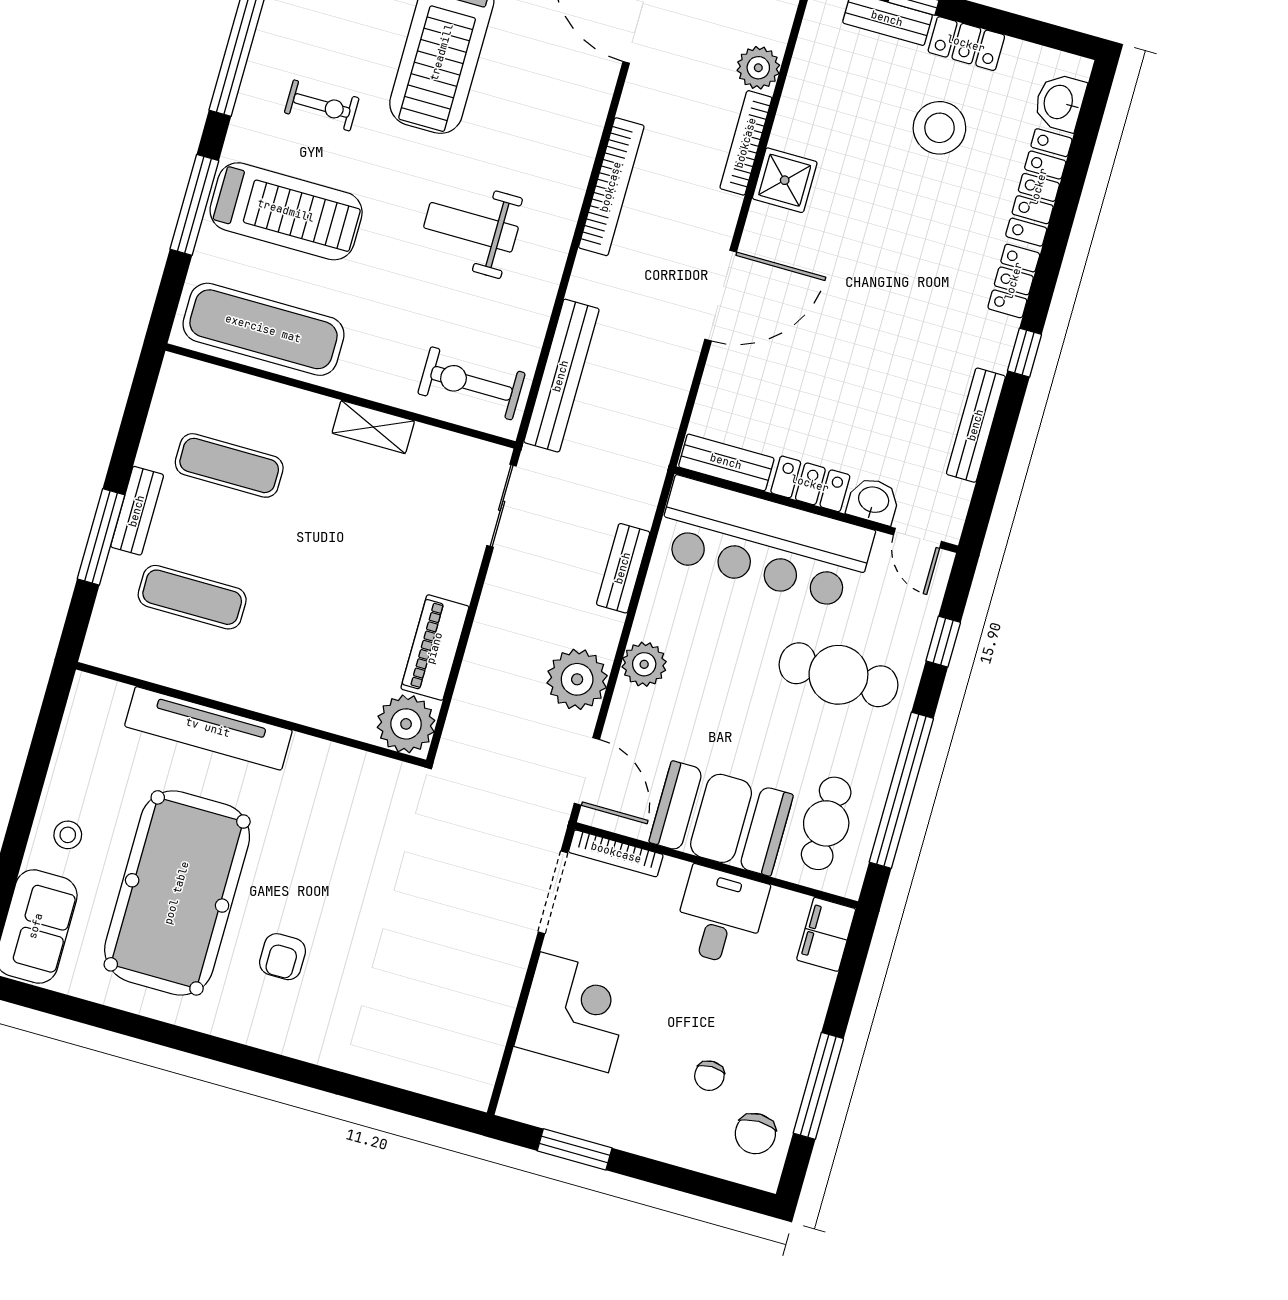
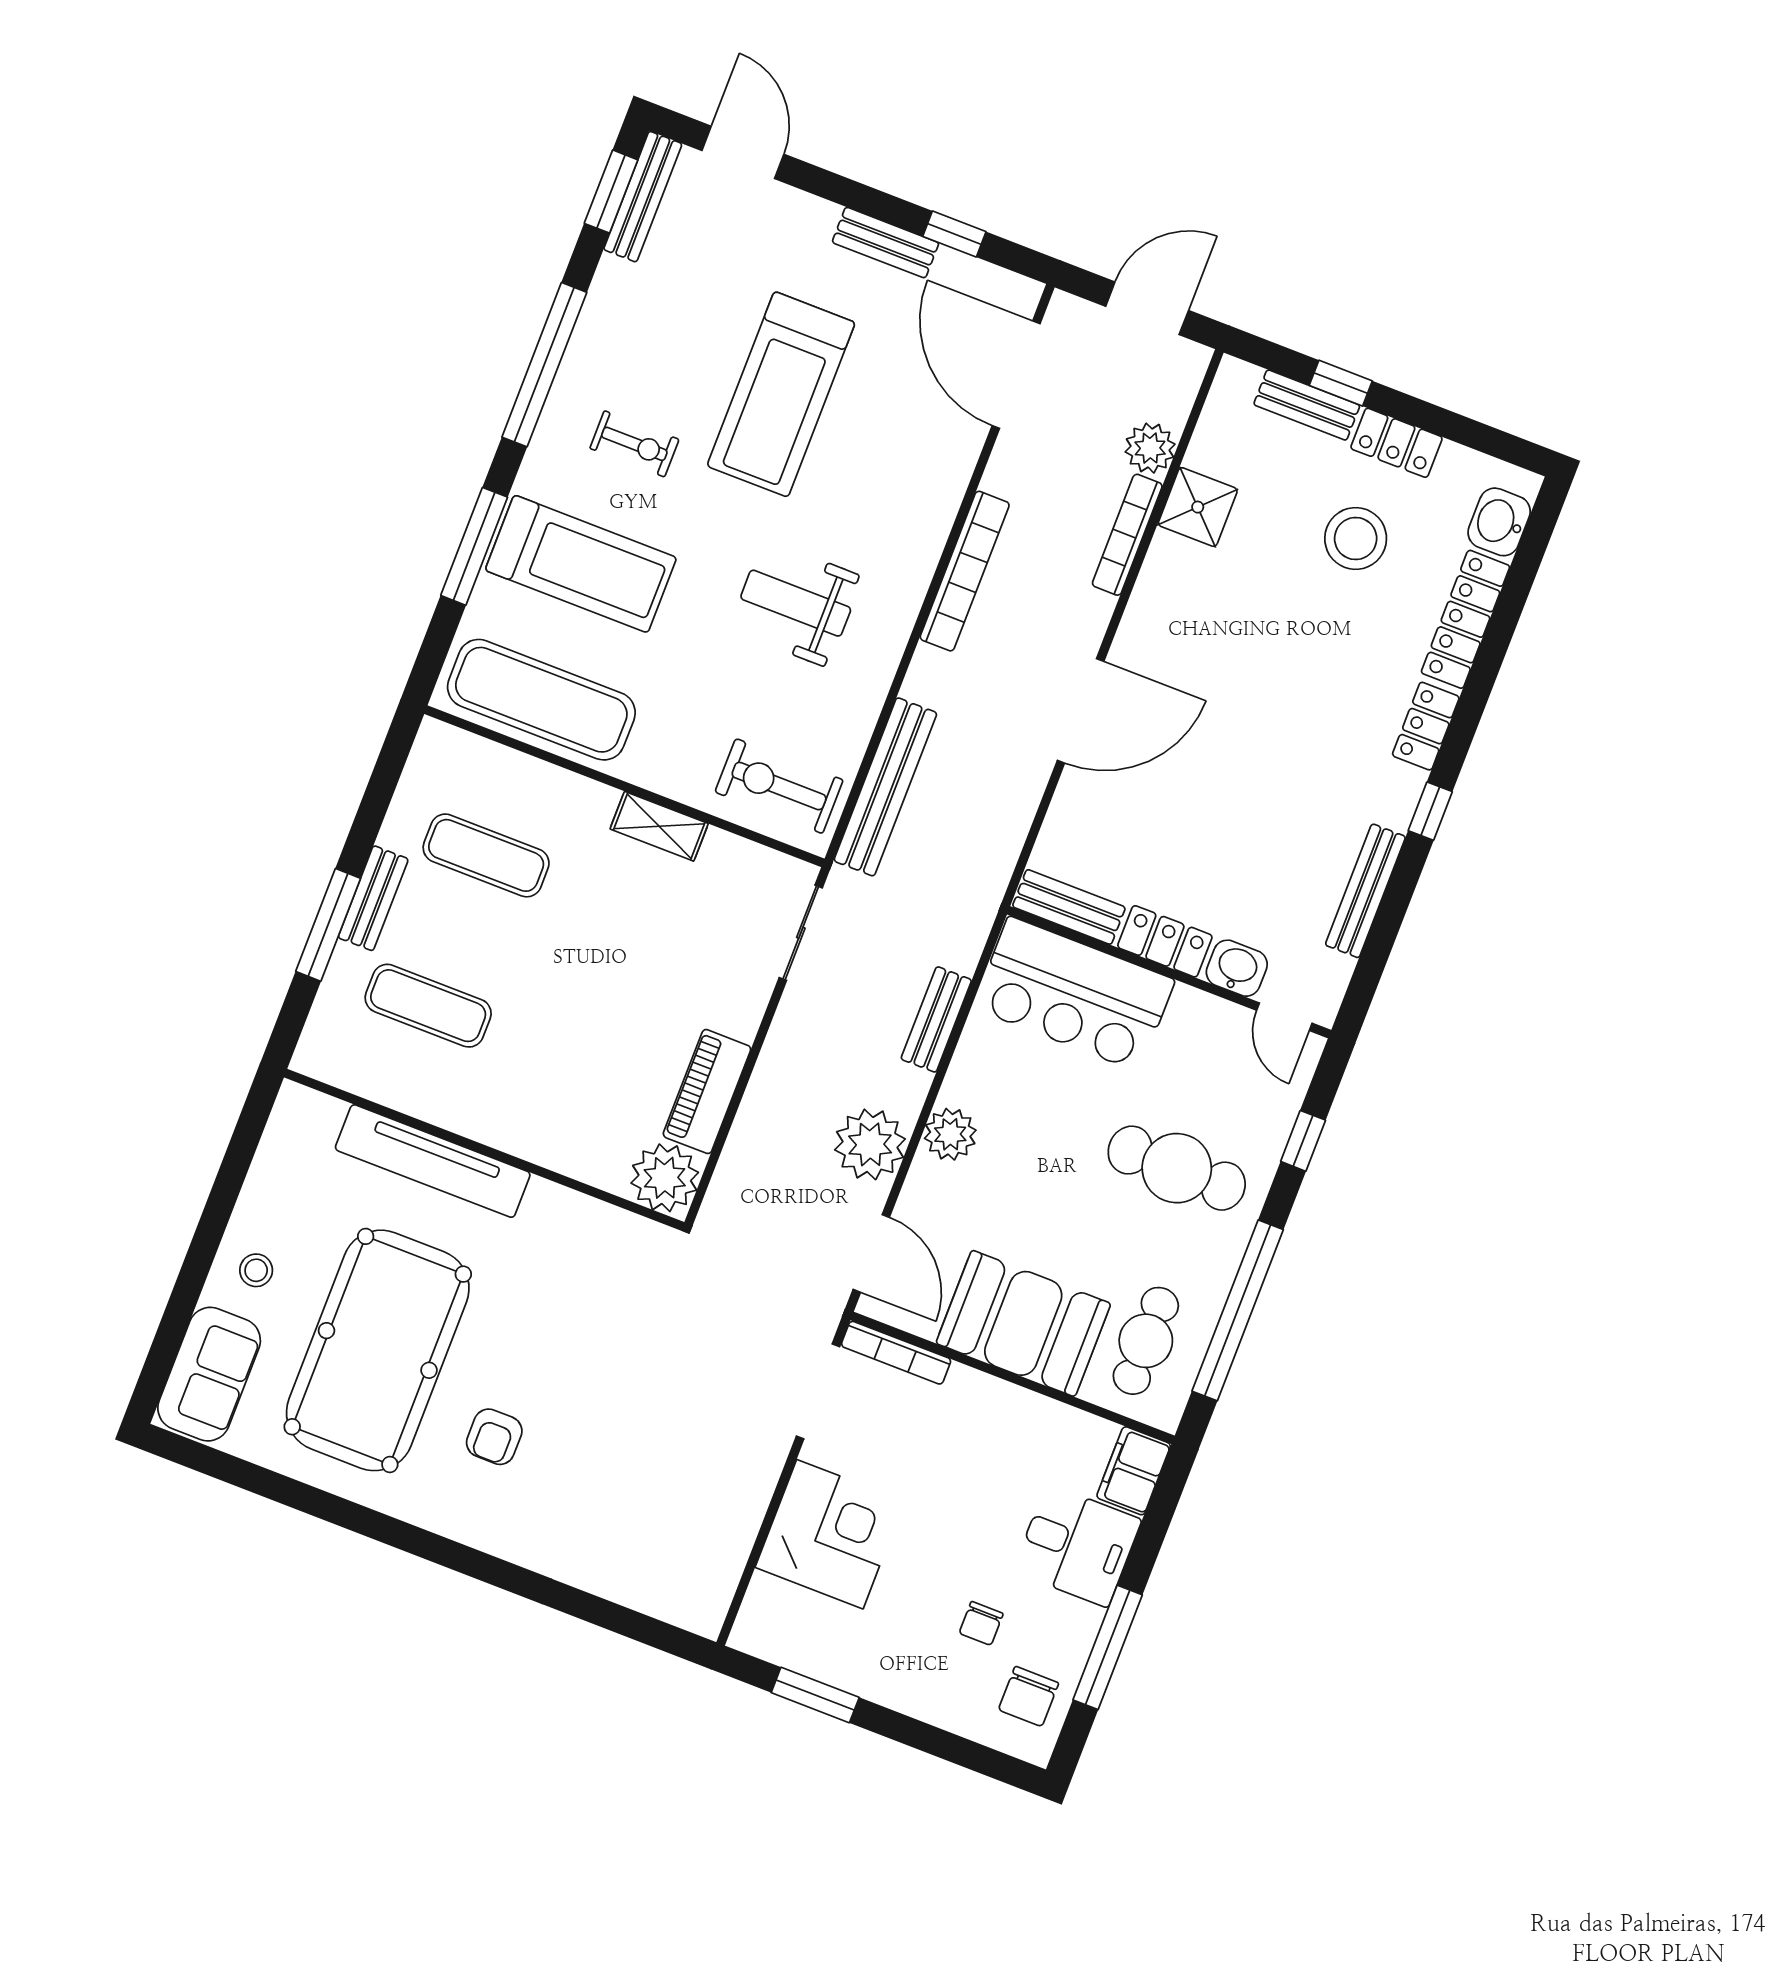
shower: (785, 180) -> (1198, 507), moved
bar counter: (764, 543) -> (1074, 994), width x0.73
desk: (720, 916) -> (1077, 1545), moved, turned 90

